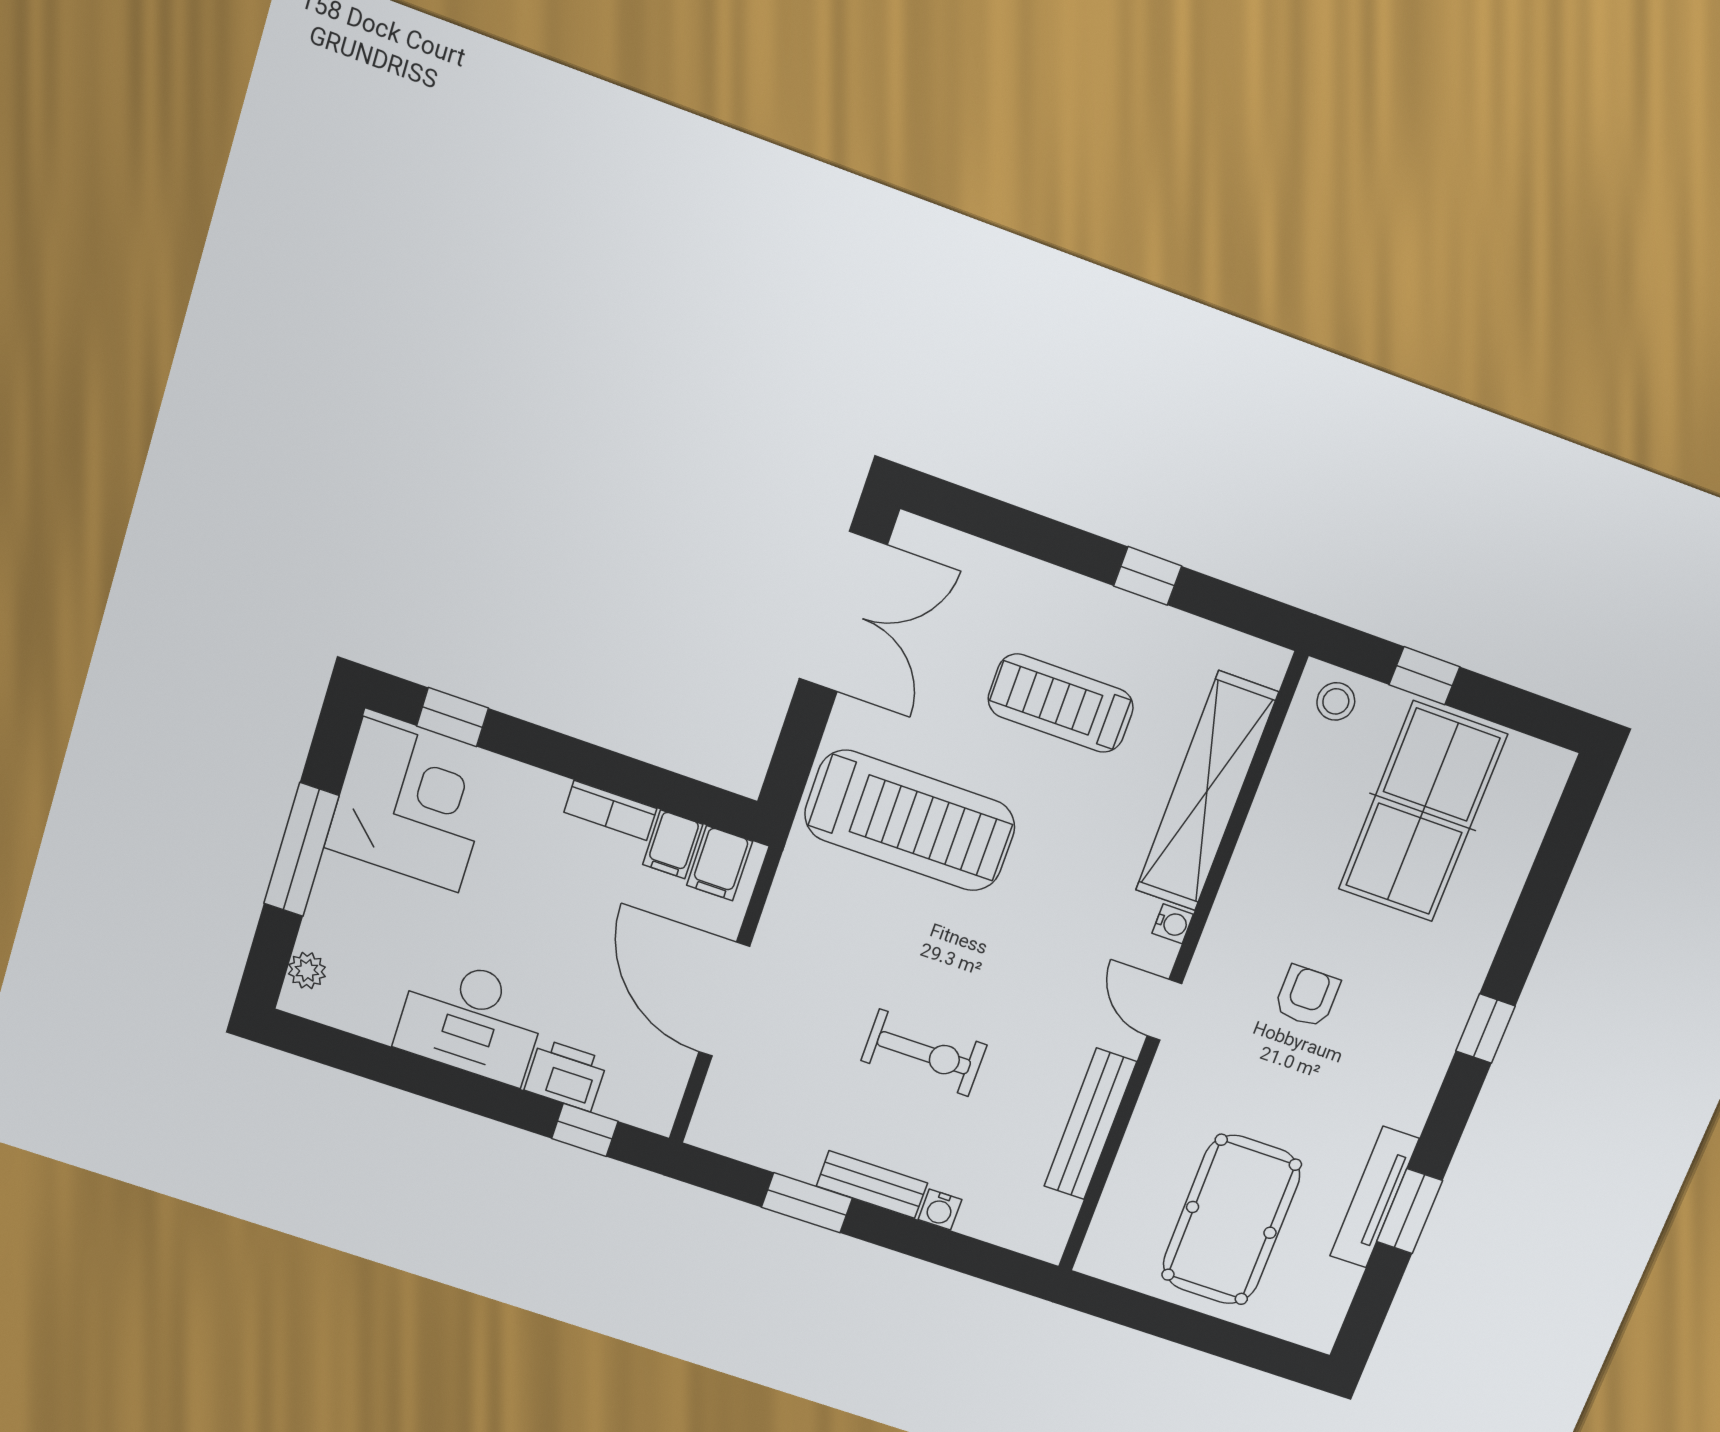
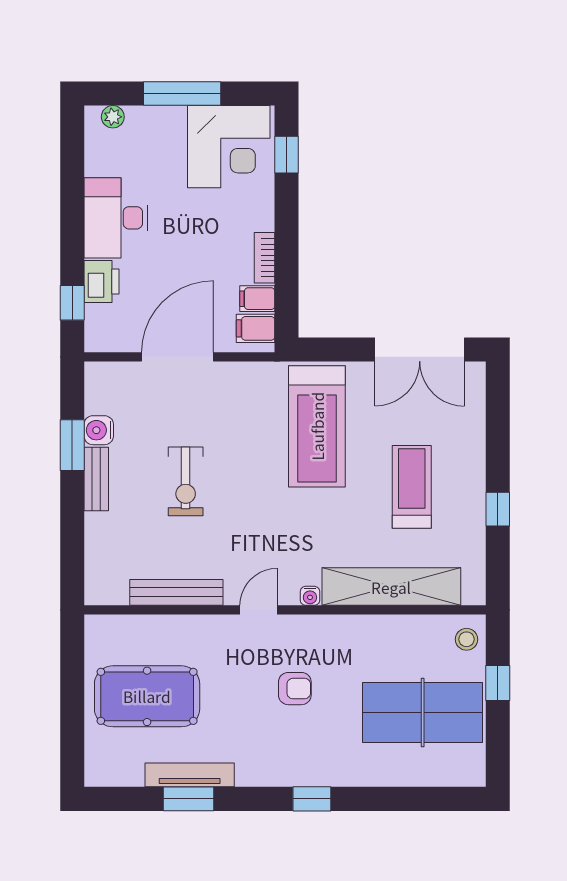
water cooler: (940, 1210) -> (99, 430), moved, width x1.38, depth x1.38

